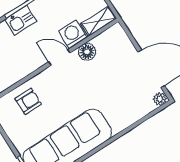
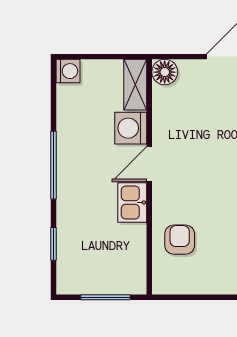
kitchen sink: (21, 20) -> (132, 202), moved, turned 180
floor lamp: (87, 52) -> (165, 72), moved

